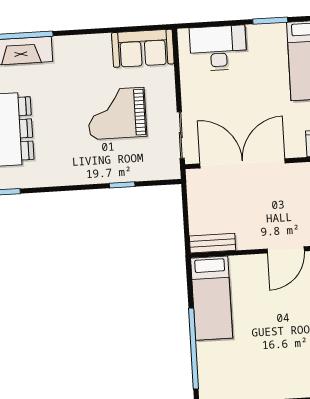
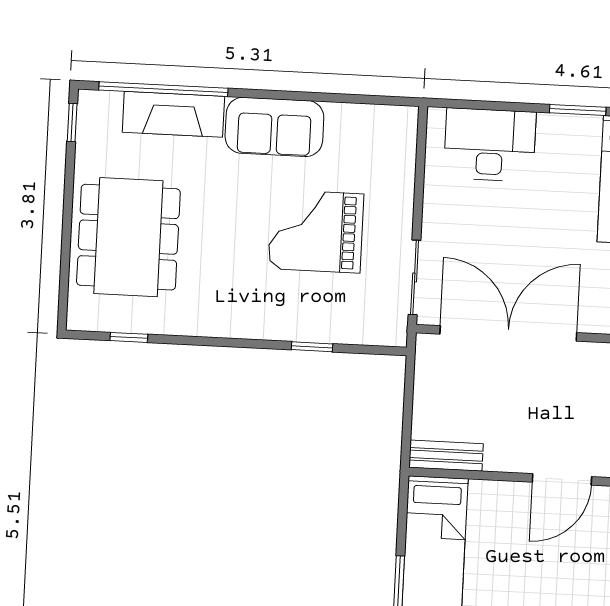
sofa: (143, 48) -> (274, 127), moved

